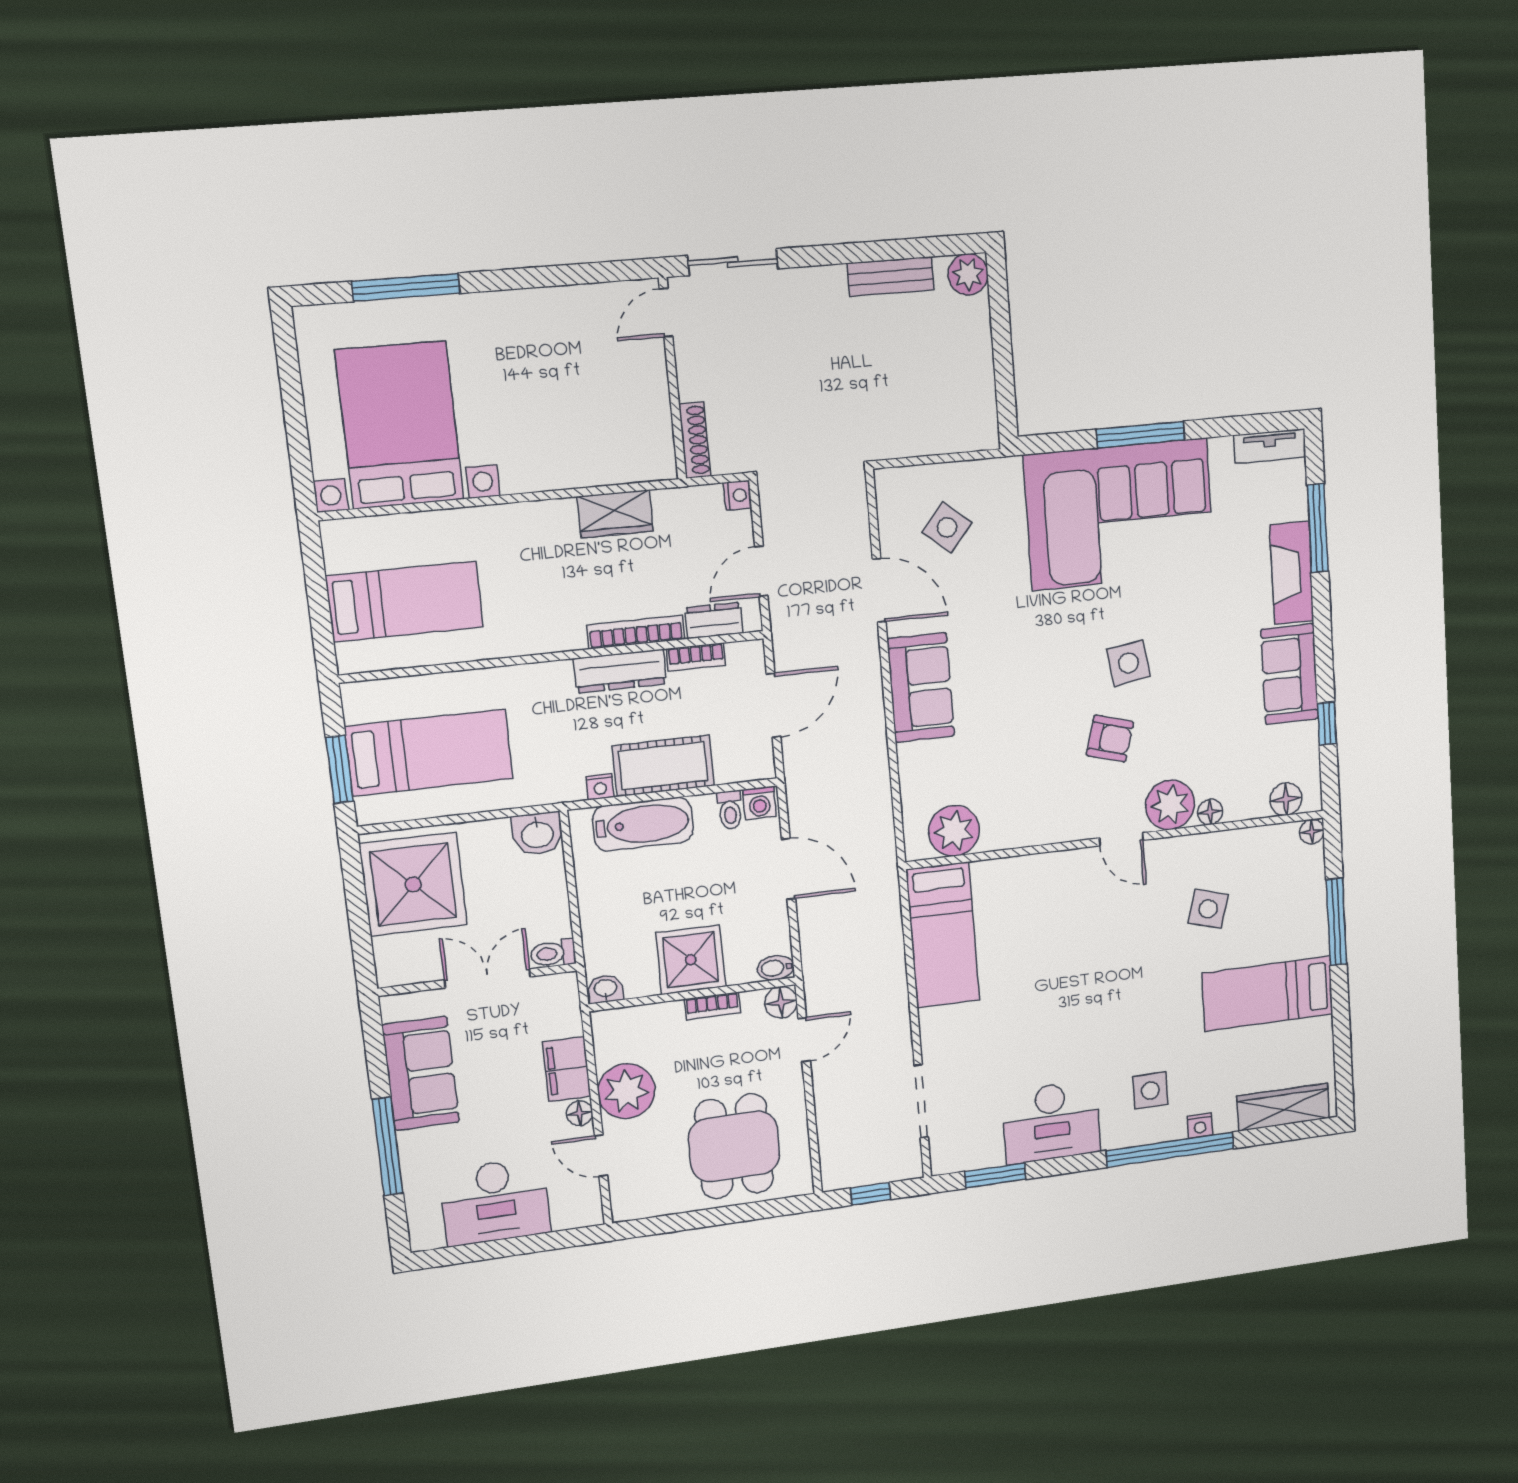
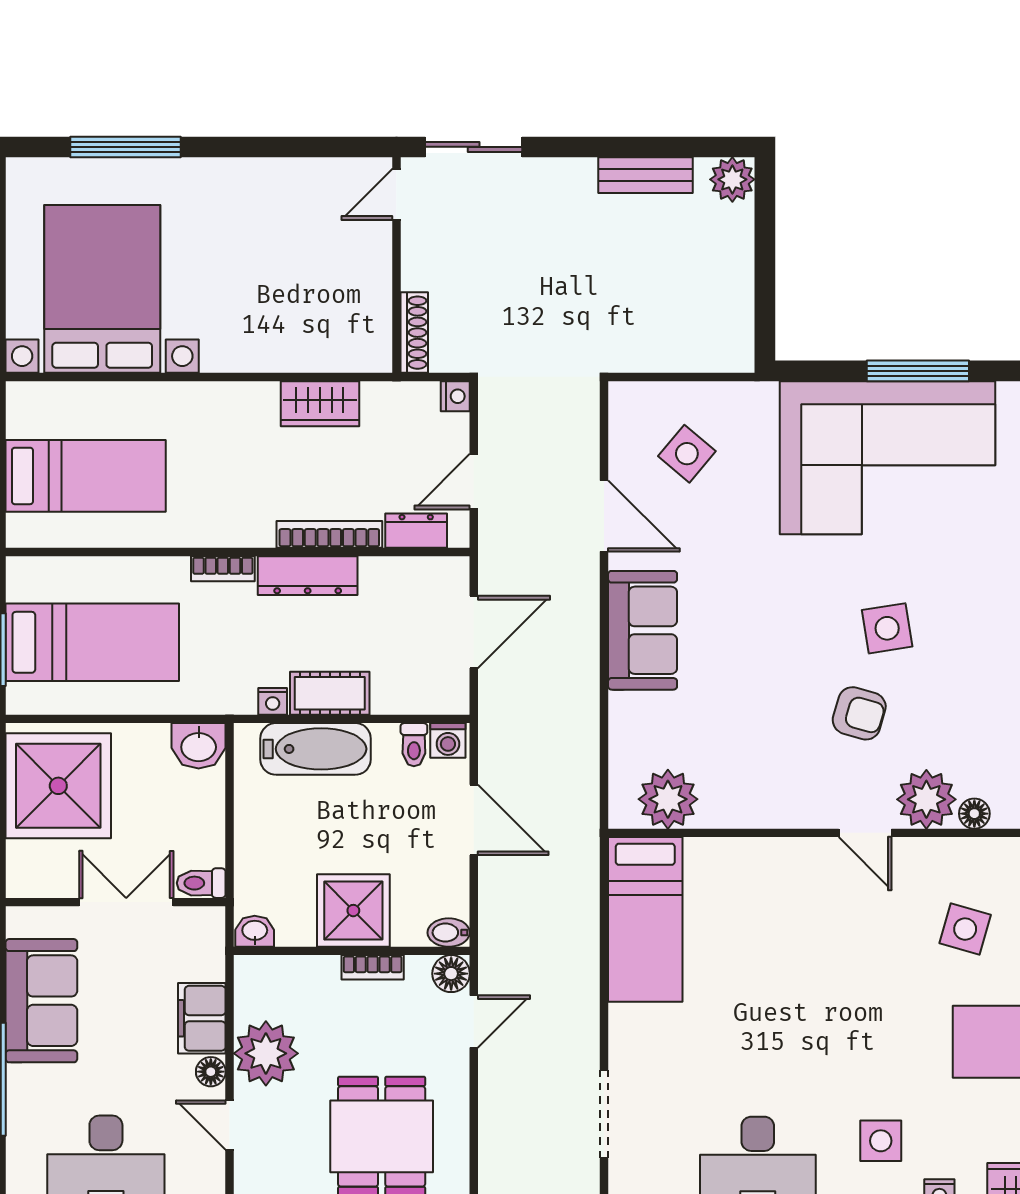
bookcase: (696, 657) -> (223, 569), moved
cot: (663, 766) -> (330, 693), width x0.73, depth x0.75

